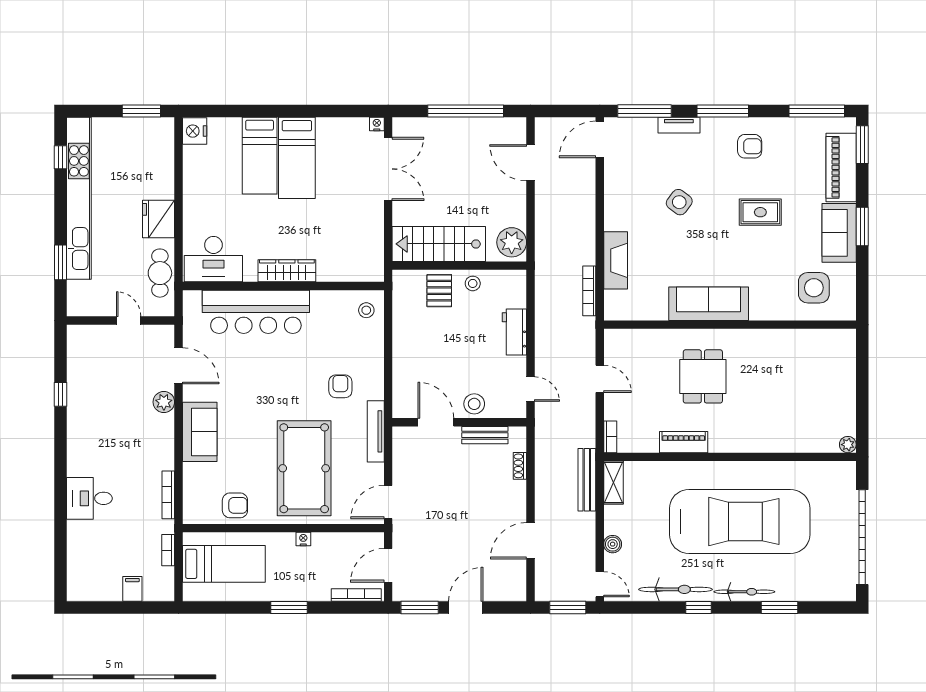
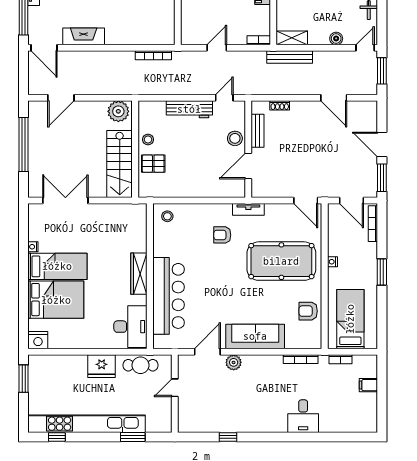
nightstand: (377, 124) -> (33, 247), moved
bed: (260, 156) -> (56, 300), width x1.50
fireplace: (616, 260) -> (84, 36), moved
workbench: (514, 332) -> (189, 109), width x1.38
tv unit: (376, 431) -> (248, 209), width x0.71
sofa: (200, 432) -> (255, 336), width x1.36
armchair: (235, 505) -> (308, 311), turned -90

